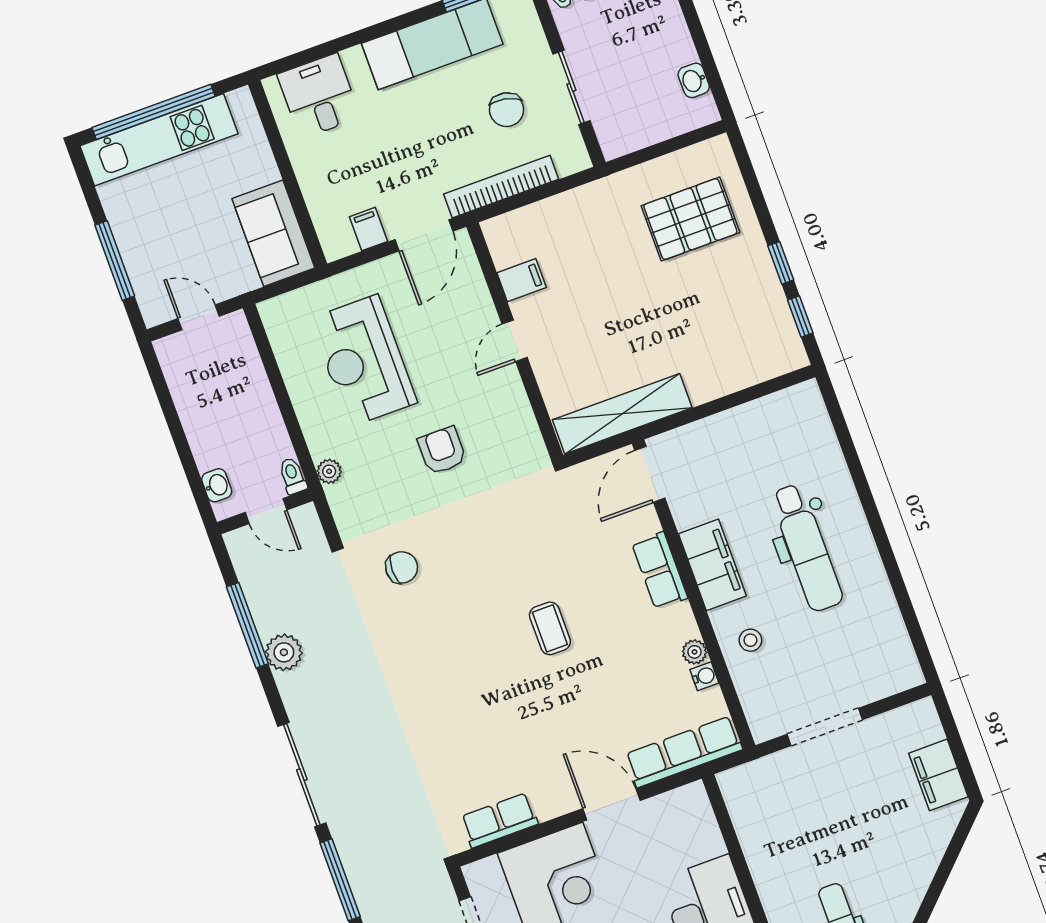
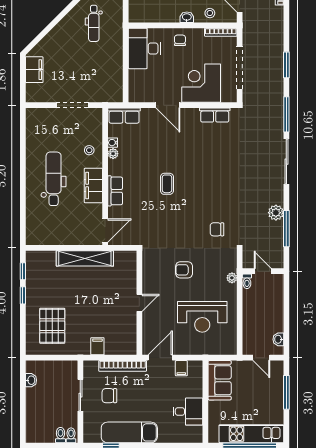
desk: (319, 96) -> (188, 412), moved, turned -90
chair: (506, 110) -> (109, 396), turned -102
pallet: (690, 219) -> (52, 326), turned 90
filing cabinet: (522, 280) -> (97, 346), moved, turned 90
reception desk: (363, 361) -> (202, 317), turned 90
shelving: (622, 414) -> (85, 258), moved
armchair: (442, 450) -> (184, 270), turned 90
washbasin: (217, 485) -> (278, 339), moved
row of seats: (684, 752) -> (124, 116), width x0.68

